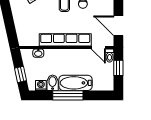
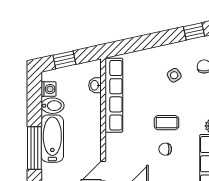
row of seats: (65, 40) -> (114, 95), moved
window: (68, 95) -> (34, 148), moved

